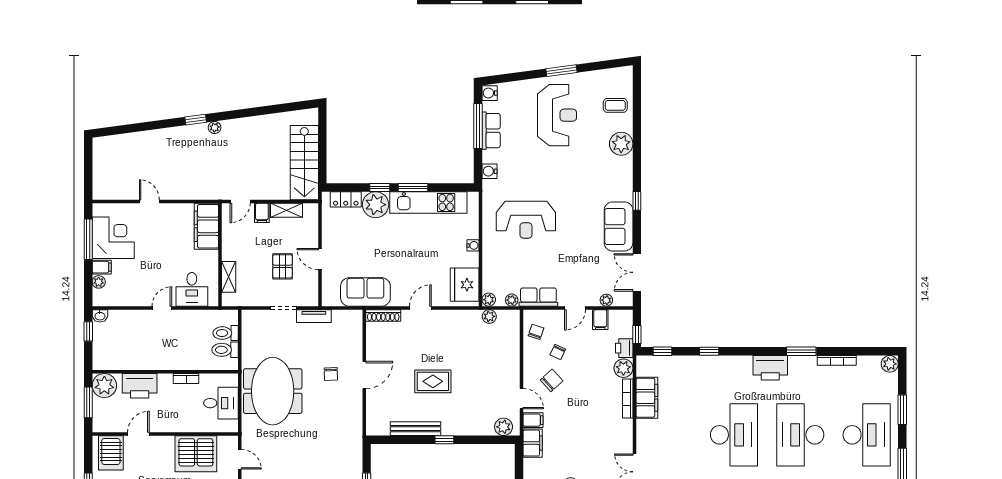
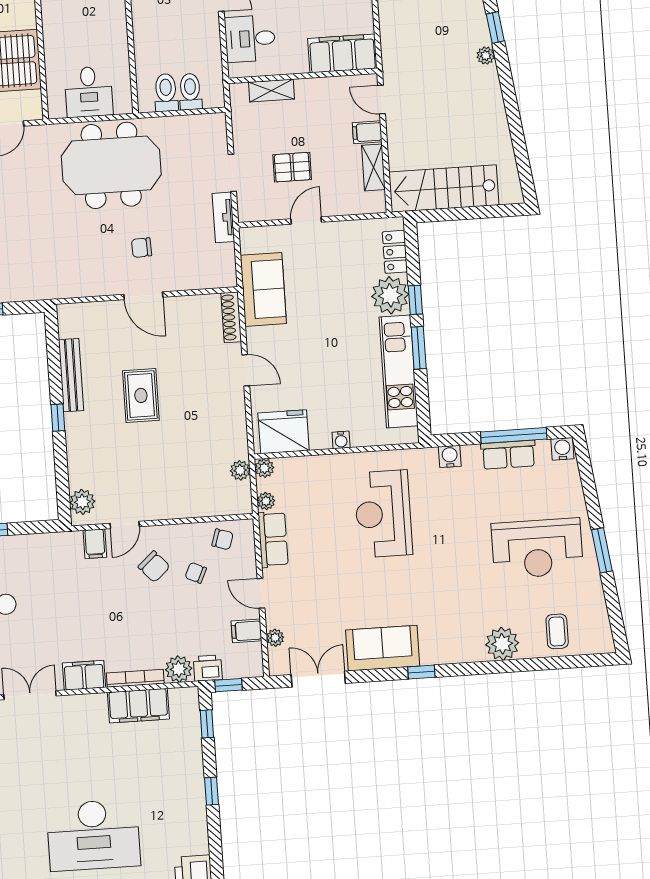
bookcase: (186, 378) -> (121, 39), removed
filing cabinet: (533, 443) -> (84, 675), moved, turned 180

